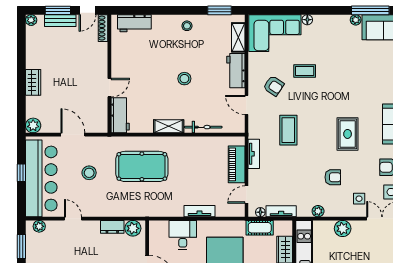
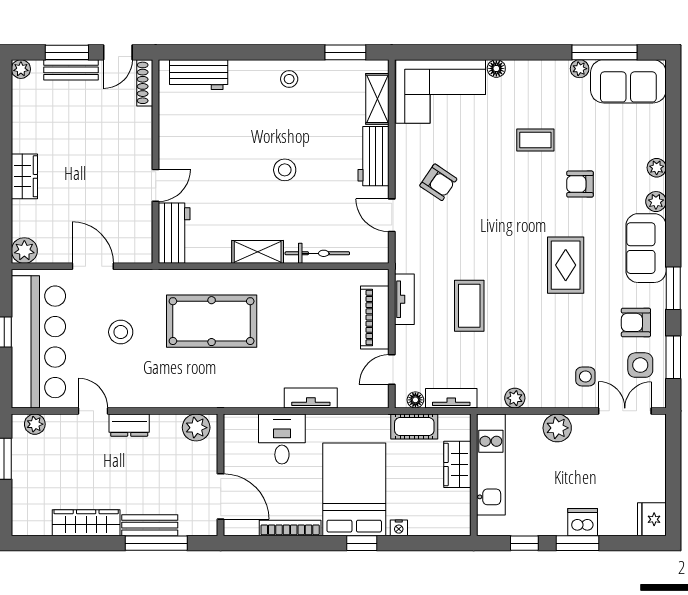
coffee table: (305, 71) -> (535, 140), moved
coffee table: (288, 130) -> (469, 306), moved
armchair: (333, 177) -> (580, 184), moved, turned 180
dresser: (112, 227) -> (129, 425), moved

